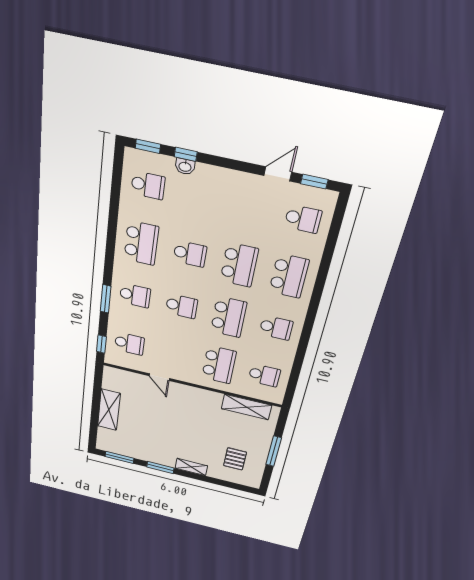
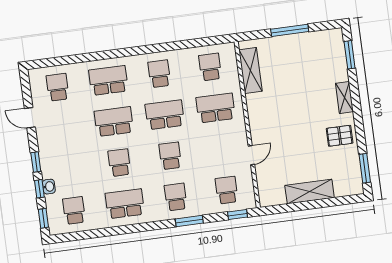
window: (314, 182) -> (36, 162), moved
pallet: (235, 459) -> (340, 136), moved
window: (160, 467) -> (350, 55), moved

